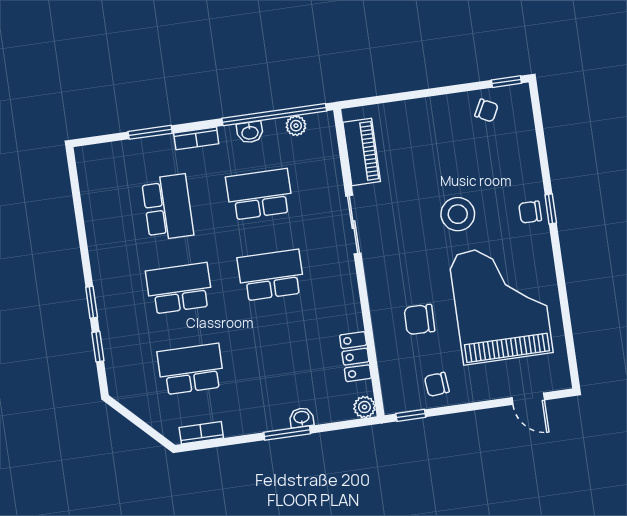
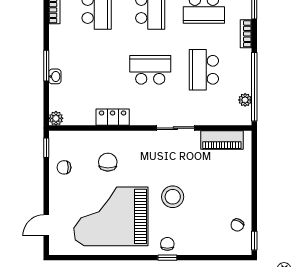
washbasin: (250, 132) -> (245, 69), removed
school desk: (259, 194) -> (204, 70), turned 180
school desk: (271, 275) -> (150, 70), turned -90
grand piano: (501, 303) -> (111, 216), turned 180
locker: (355, 357) -> (113, 117), moved
chair: (437, 384) -> (64, 167), turned -85

